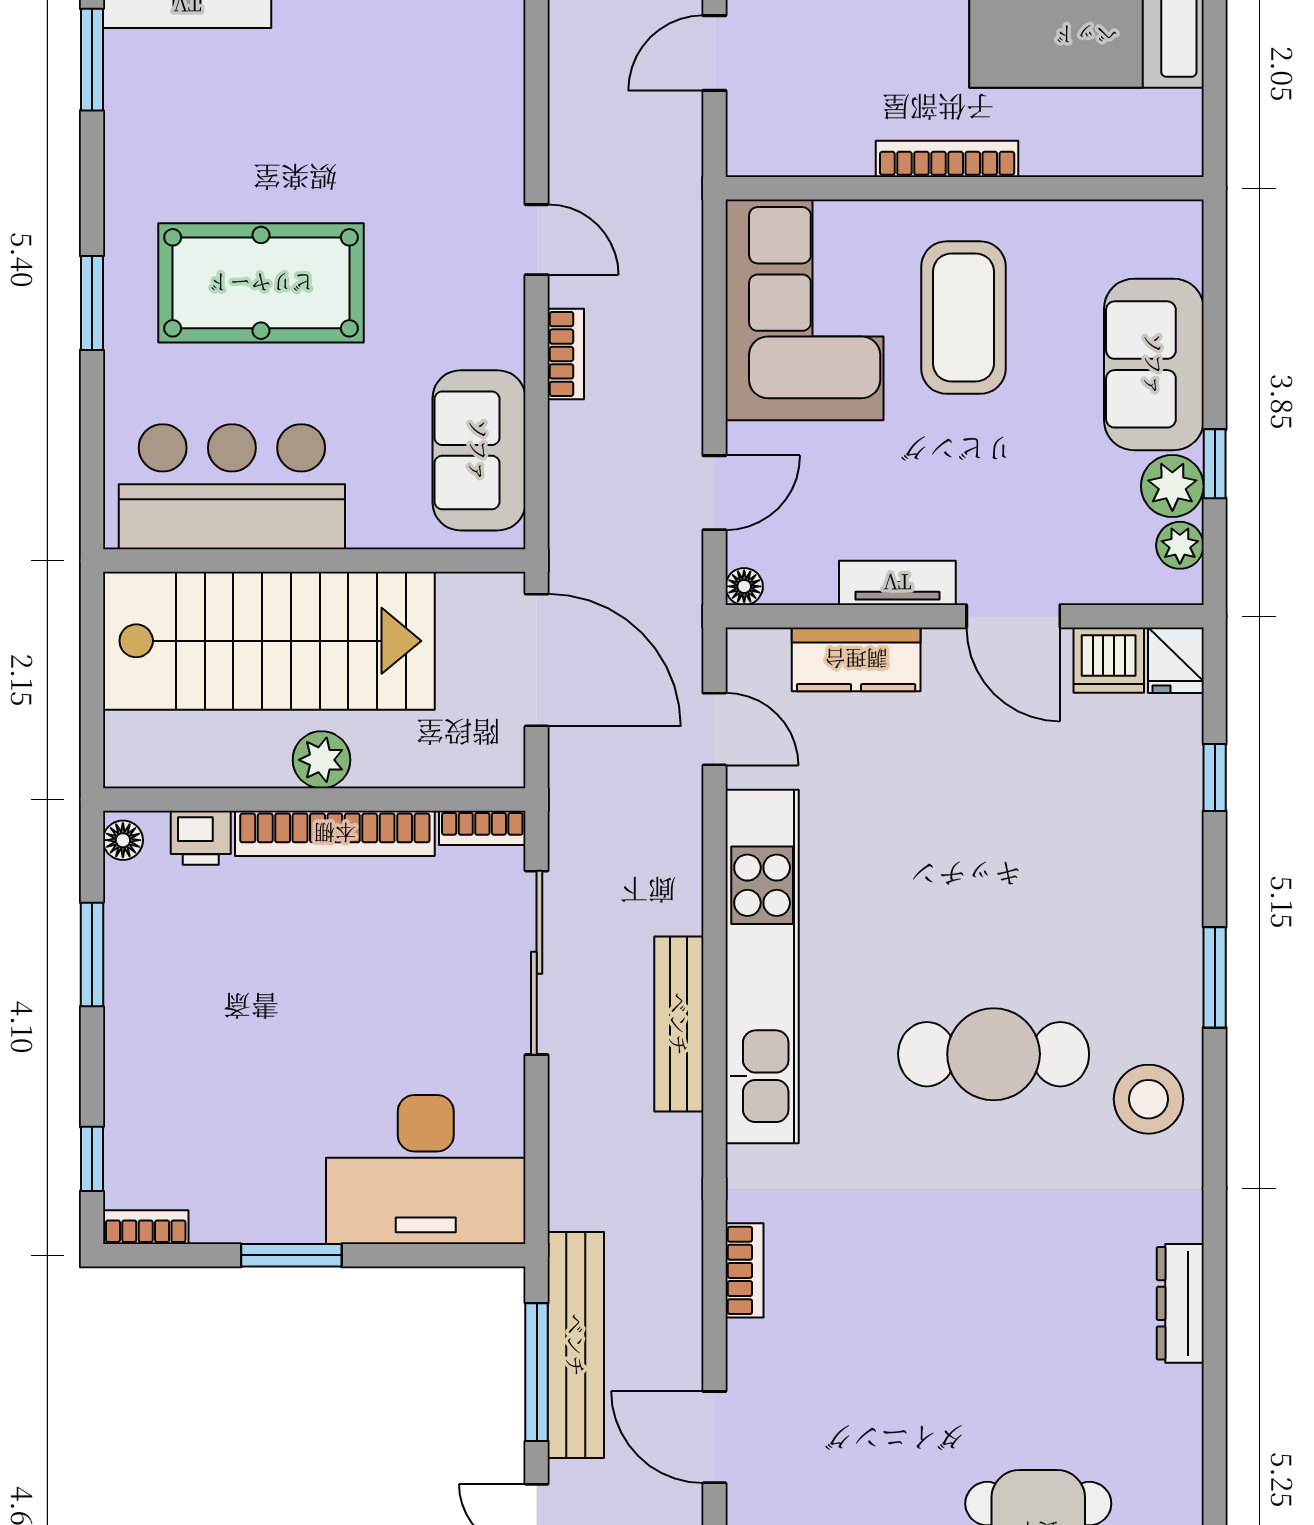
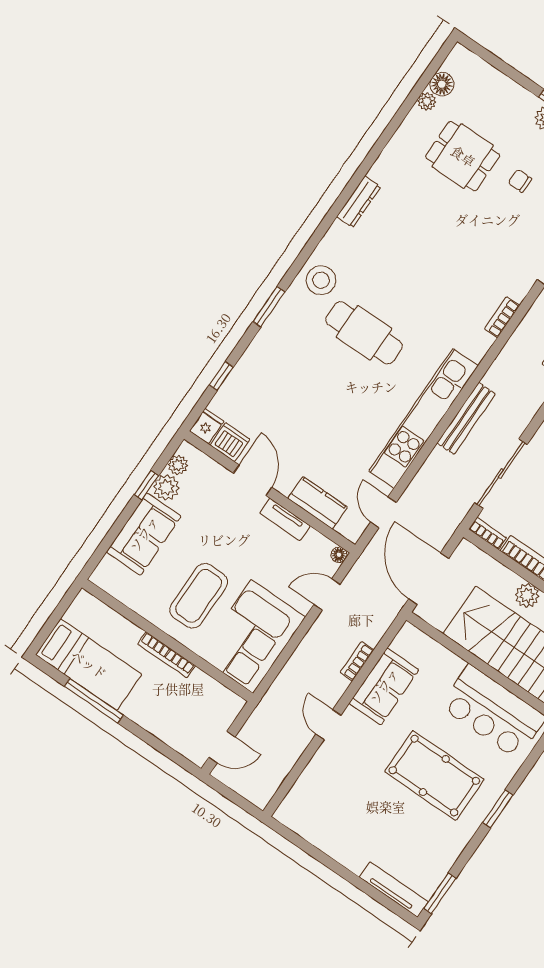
bookcase: (566, 354) -> (357, 661), moved
sofa: (479, 450) -> (384, 686), moved

